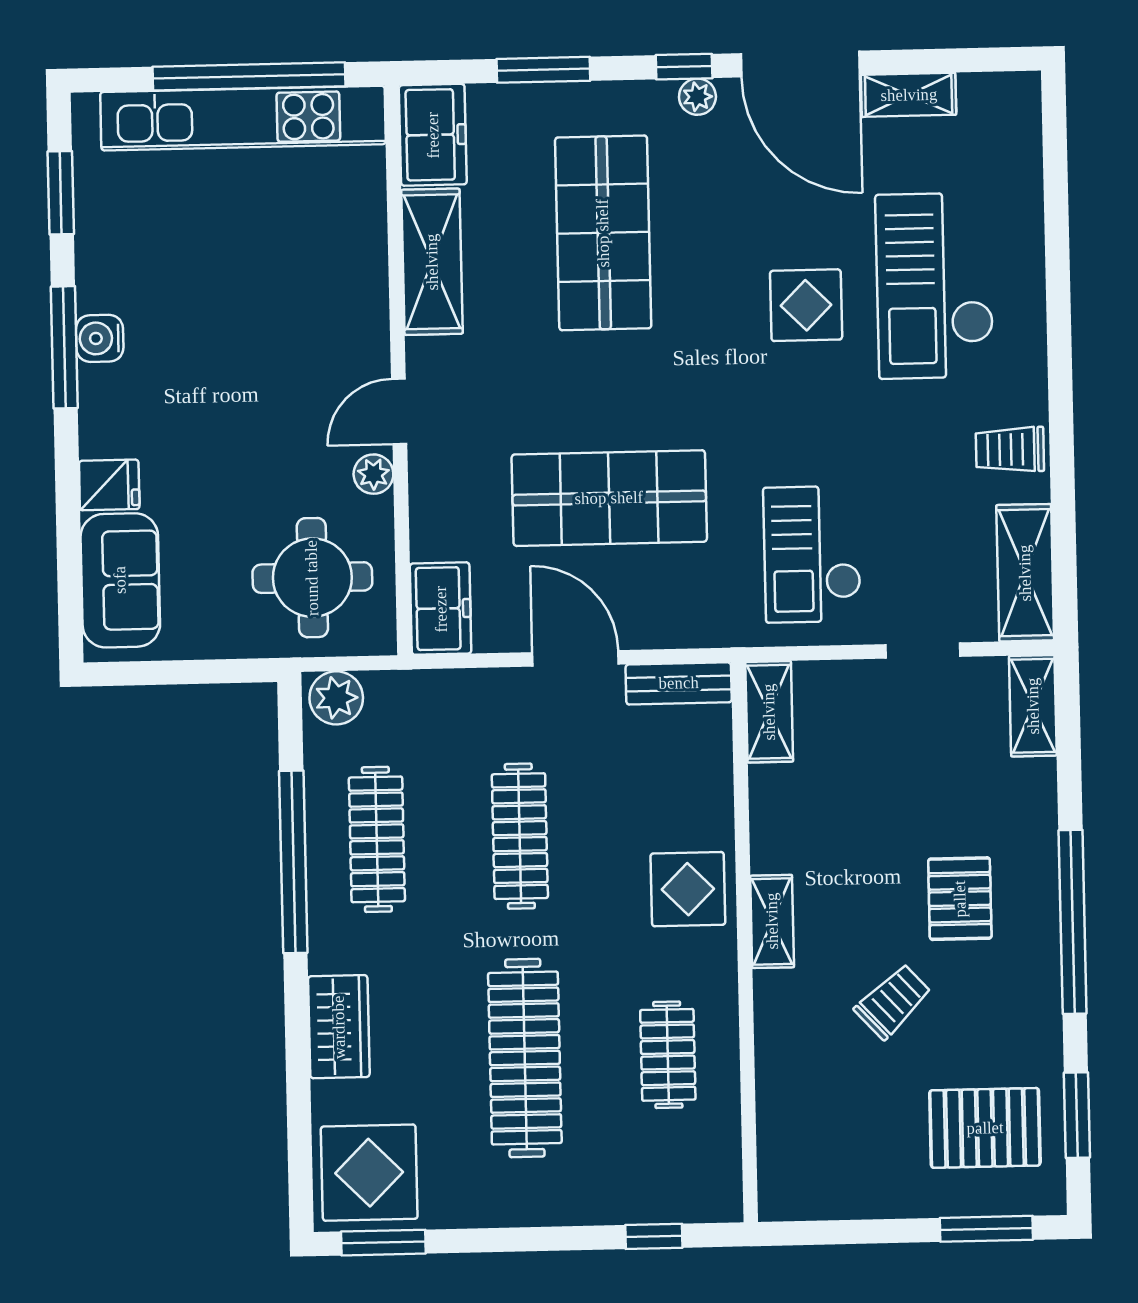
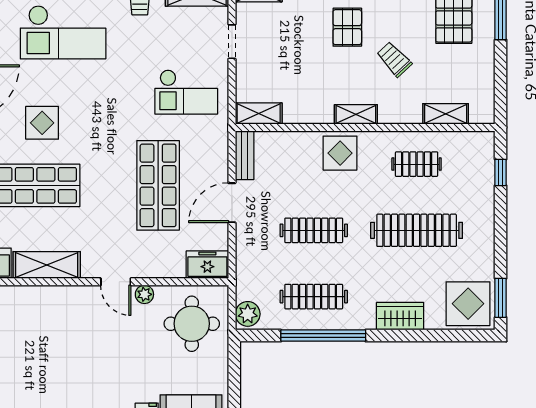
display table: (806, 305) -> (42, 123), moved
pallet: (960, 899) -> (347, 27), turned 90
shelving: (778, 1115) -> (446, 114), added

